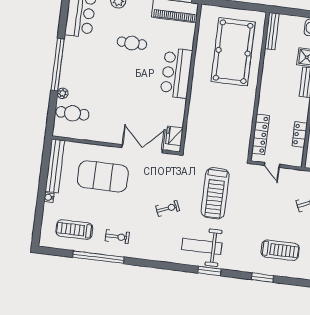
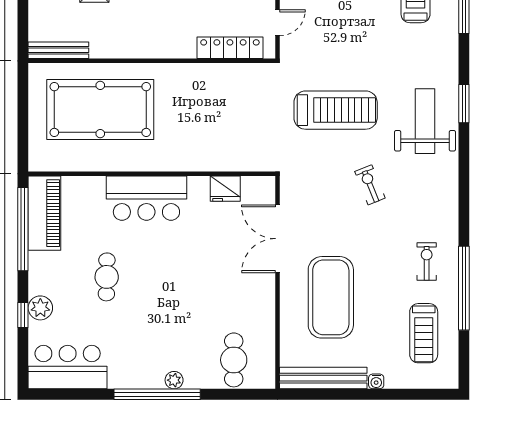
plant: (63, 93) -> (174, 380), moved
fridge: (174, 136) -> (225, 189), moved
weight bench: (202, 246) -> (425, 121), turned 180

